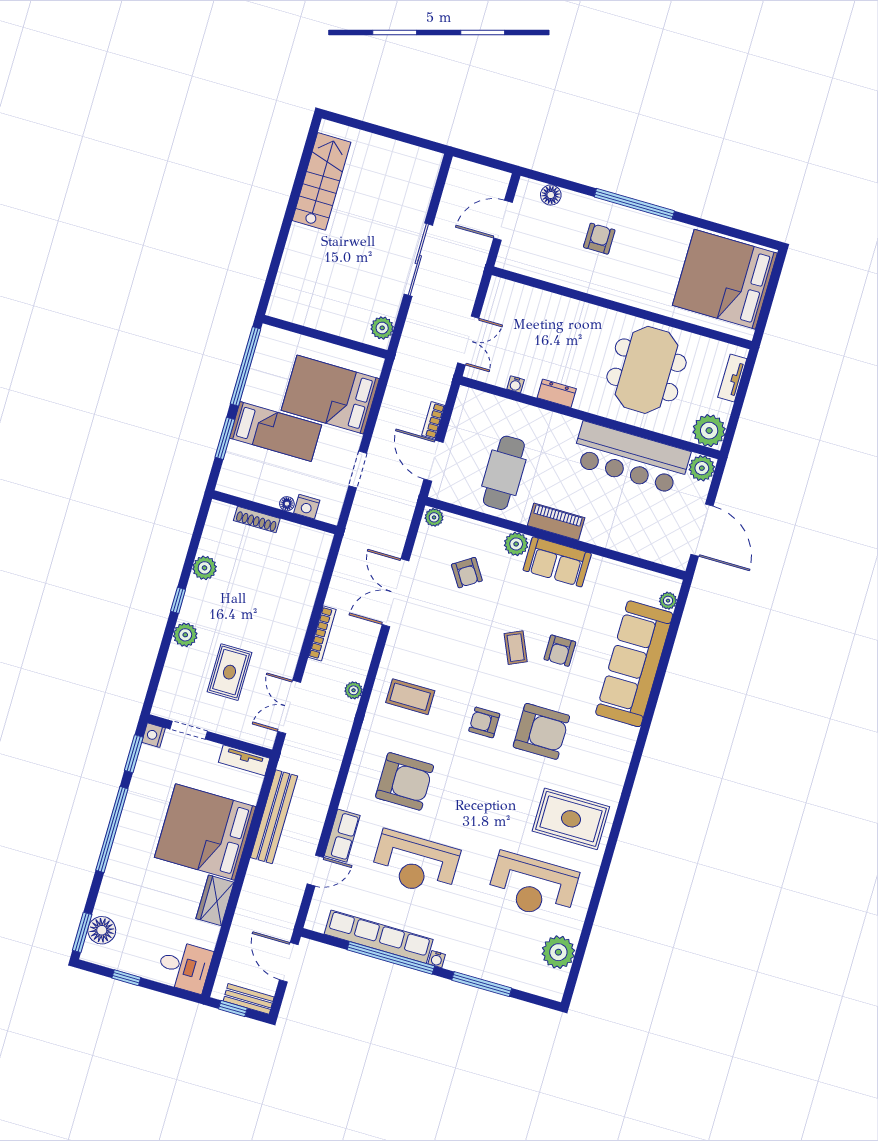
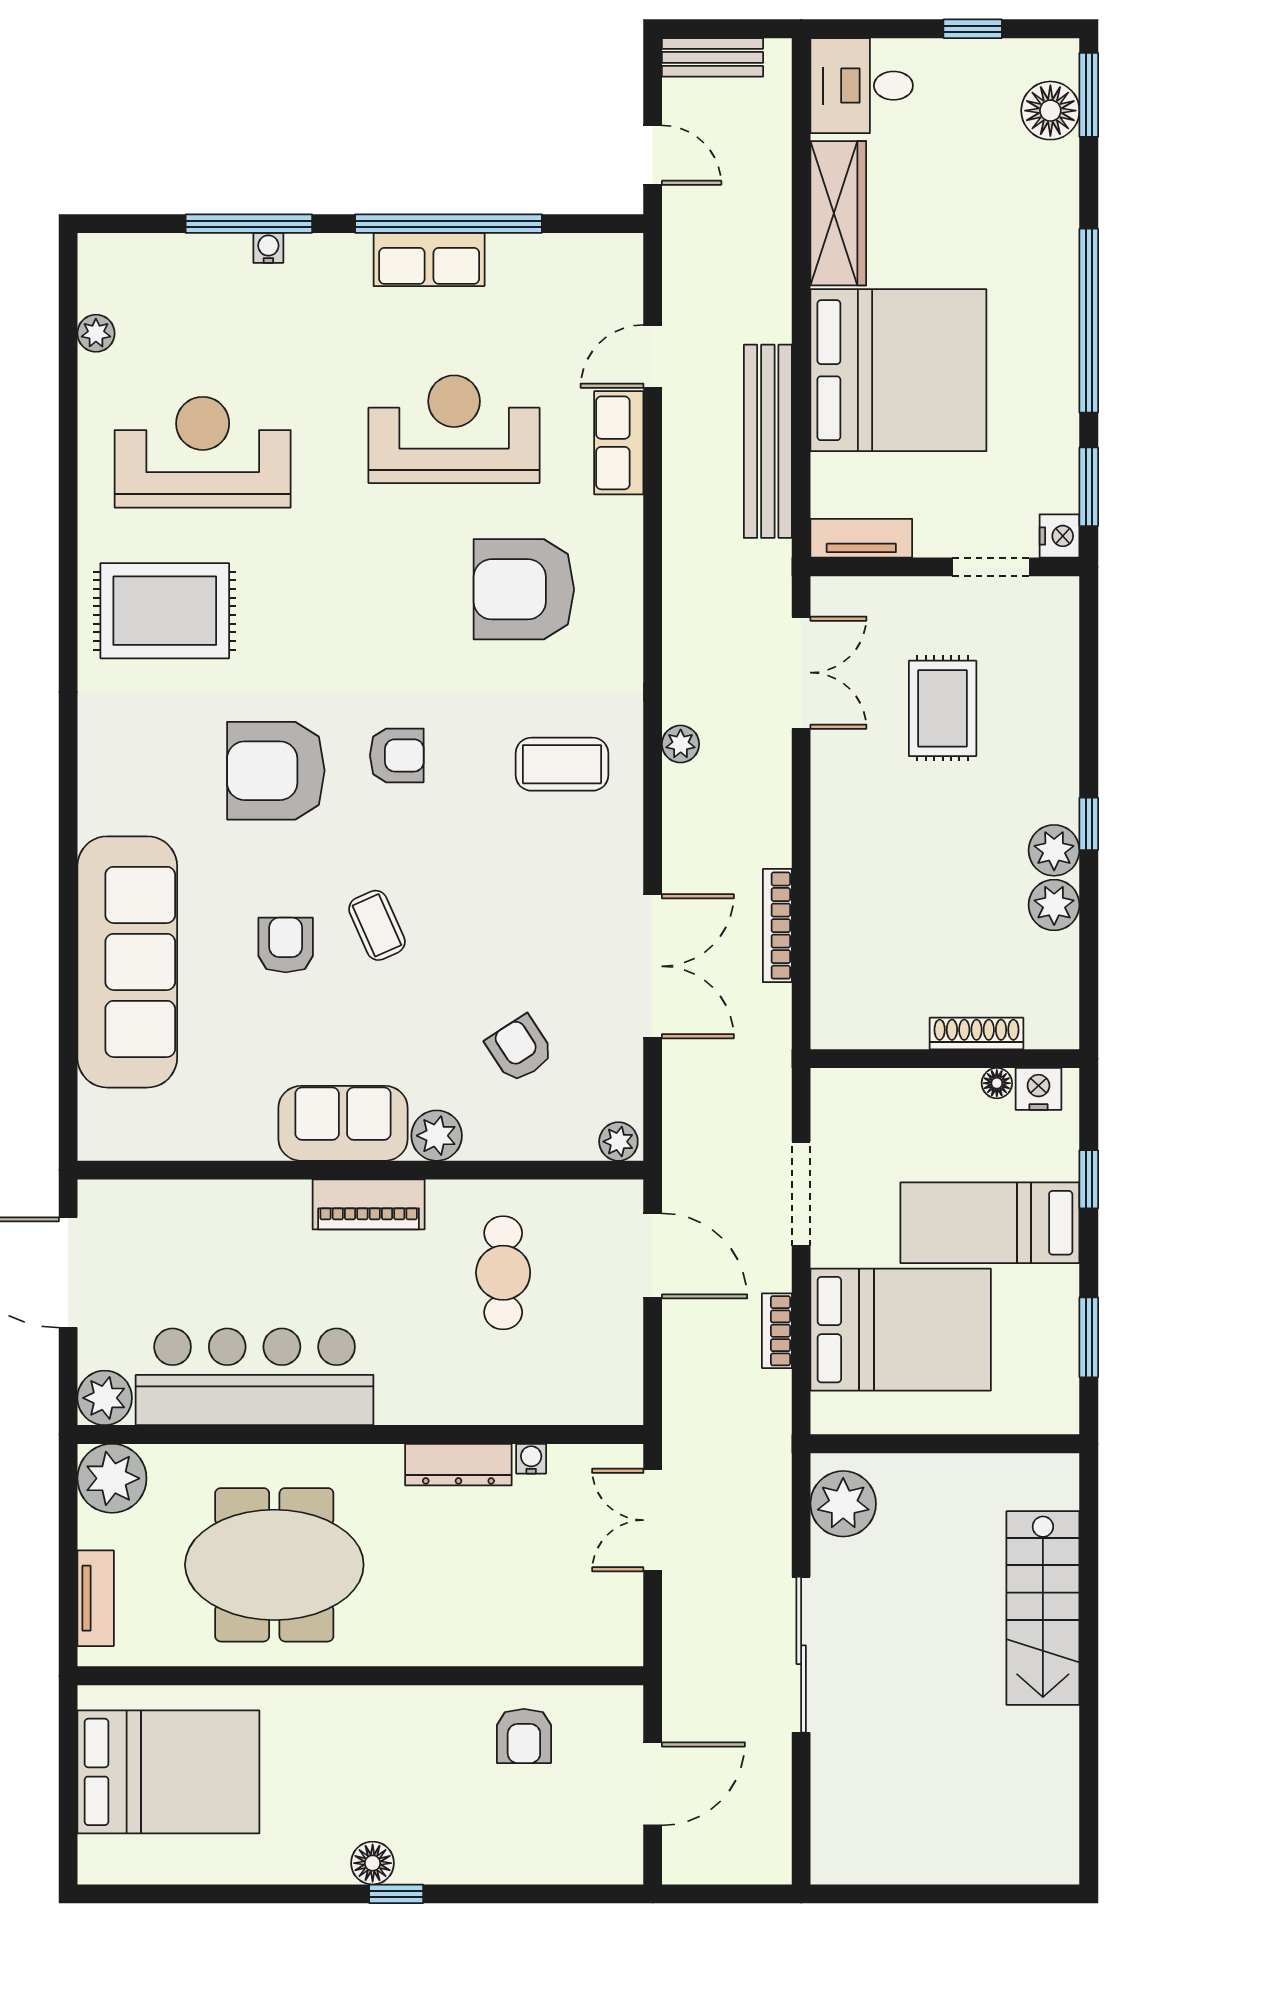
stairs: (322, 181) -> (1043, 1608), moved
floor lamp: (551, 195) -> (373, 1863), moved
window: (634, 204) -> (396, 1894), width x0.32
armchair: (599, 239) -> (524, 1736), moved
bed: (725, 279) -> (168, 1772), width x0.73
plant: (382, 328) -> (843, 1504), width x1.36, depth x1.36
window: (246, 366) -> (1089, 1337), width x0.47
meeting table: (647, 370) -> (274, 1565), turned 90
dresser: (557, 393) -> (458, 1465), width x1.44
bookcase: (433, 420) -> (777, 1331), moved, turned 180
window: (225, 438) -> (1089, 1179), width x0.67
doorway: (358, 469) -> (801, 1194), width x1.38
cafe table: (504, 473) -> (503, 1273), width x0.73, depth x0.74
floor lamp: (287, 504) -> (997, 1083), moved
nightstand: (307, 507) -> (1038, 1089), moved
plant: (668, 601) -> (96, 1110), removed
bookcase: (322, 633) -> (777, 926), moved
plant: (185, 635) -> (1054, 850), moved
wardrobe: (215, 900) -> (838, 213), width x1.50
row of seats: (379, 937) -> (429, 259), width x0.50
plant: (558, 952) -> (96, 333), width x0.53, depth x0.53
water cooler: (437, 959) -> (268, 248), moved
door: (289, 962) -> (653, 155), width x0.73
window: (233, 1008) -> (739, 29), removed

